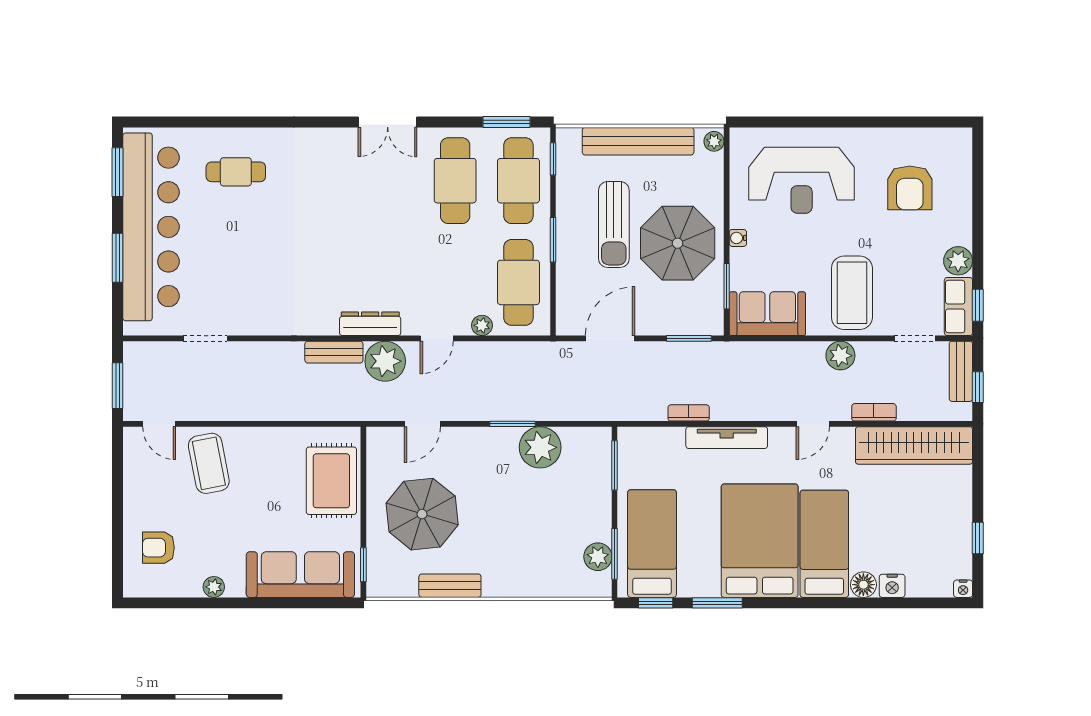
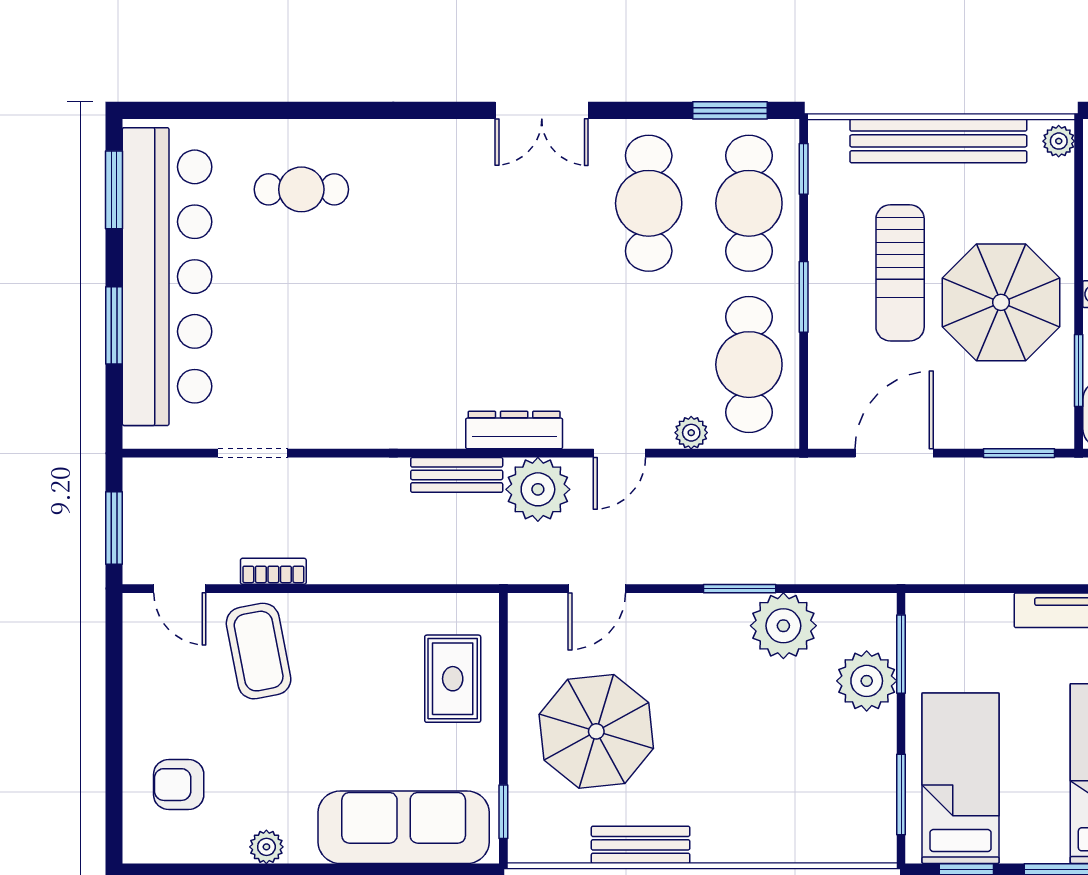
bookcase: (689, 413) -> (273, 571), moved
rug: (331, 481) -> (453, 679), width x0.73, depth x0.70
plant: (598, 557) -> (867, 681), moved, width x1.36, depth x1.36

